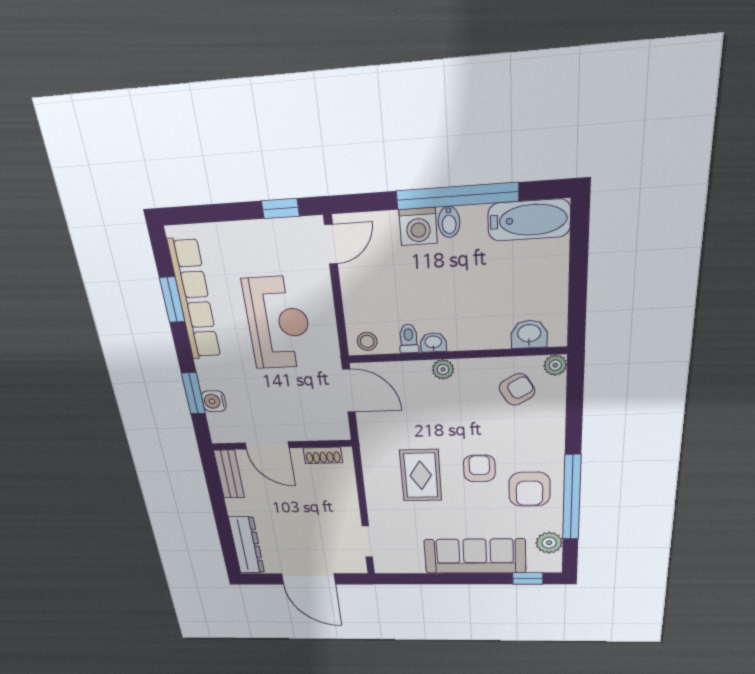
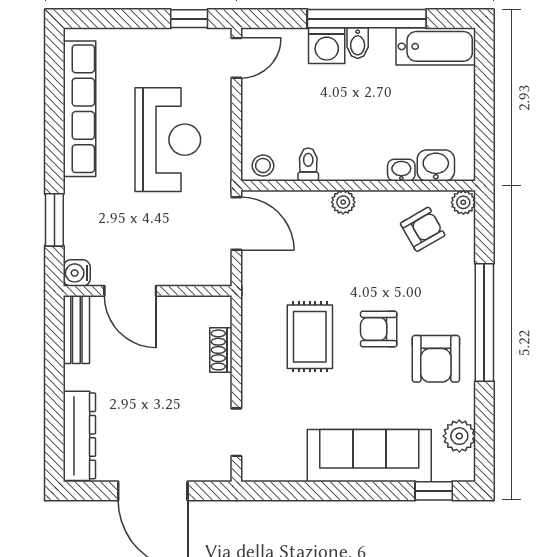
window: (172, 300) -> (54, 107), removed
washbasin: (433, 342) -> (401, 170), moved
water cooler: (214, 401) -> (77, 273), moved
shoe rack: (323, 455) -> (221, 350), moved, turned 90
armchair: (479, 468) -> (379, 329), turned -90
window: (572, 498) -> (484, 323), moved

